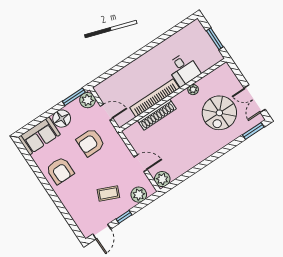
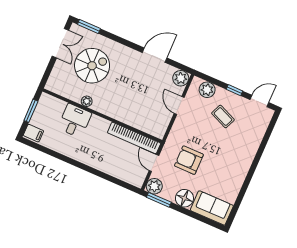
filing cabinet: (195, 29) -> (33, 133), added
bookcase: (155, 98) -> (134, 138), moved
shoe rack: (157, 115) -> (128, 119), removed
armchair: (91, 142) -> (189, 160), turned 180
door: (195, 170) -> (155, 55), added
armchair: (60, 171) -> (230, 171), removed

